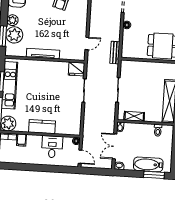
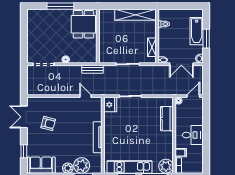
kitchen counter: (42, 127) -> (167, 119), moved
desk: (52, 147) -> (193, 135), moved, turned 180
window: (154, 175) -> (206, 39), moved

